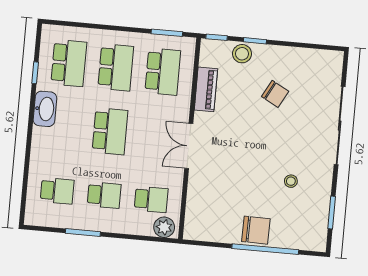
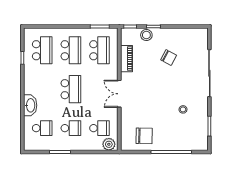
washbasin: (45, 109) -> (30, 105), moved
chair: (256, 230) -> (144, 136), moved

